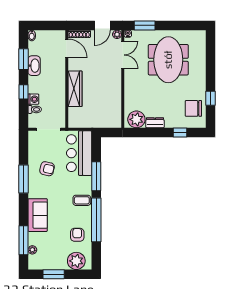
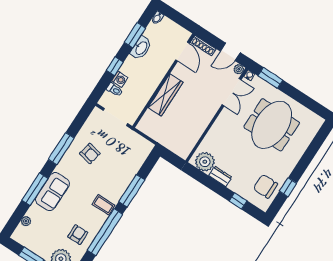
bar counter: (79, 153) -> (130, 158), removed
window: (23, 240) -> (35, 189), moved

